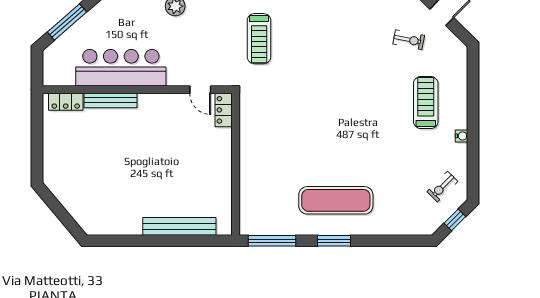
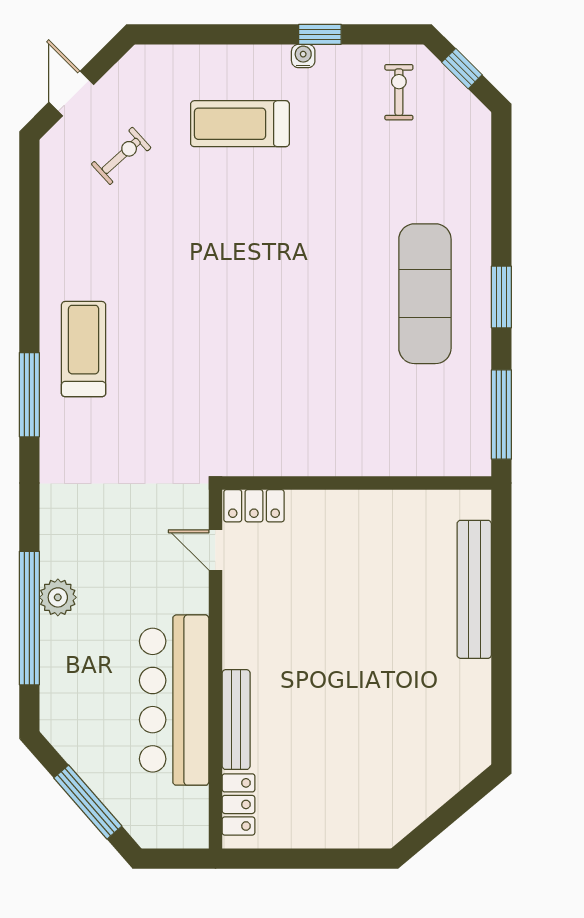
treadmill: (259, 39) -> (84, 349), moved, turned -90
exercise bike: (409, 40) -> (121, 156), turned 37
door: (200, 90) -> (215, 550), swing flipped
window: (473, 145) -> (320, 34), added
exercise bike: (442, 187) -> (399, 92), turned -135

